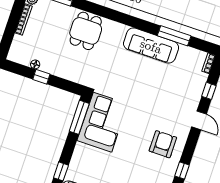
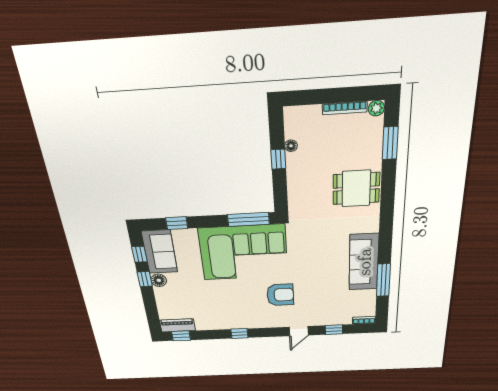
corner sofa: (102, 122) -> (244, 252), width x1.36, depth x1.36
armchair: (163, 144) -> (280, 295), moved

